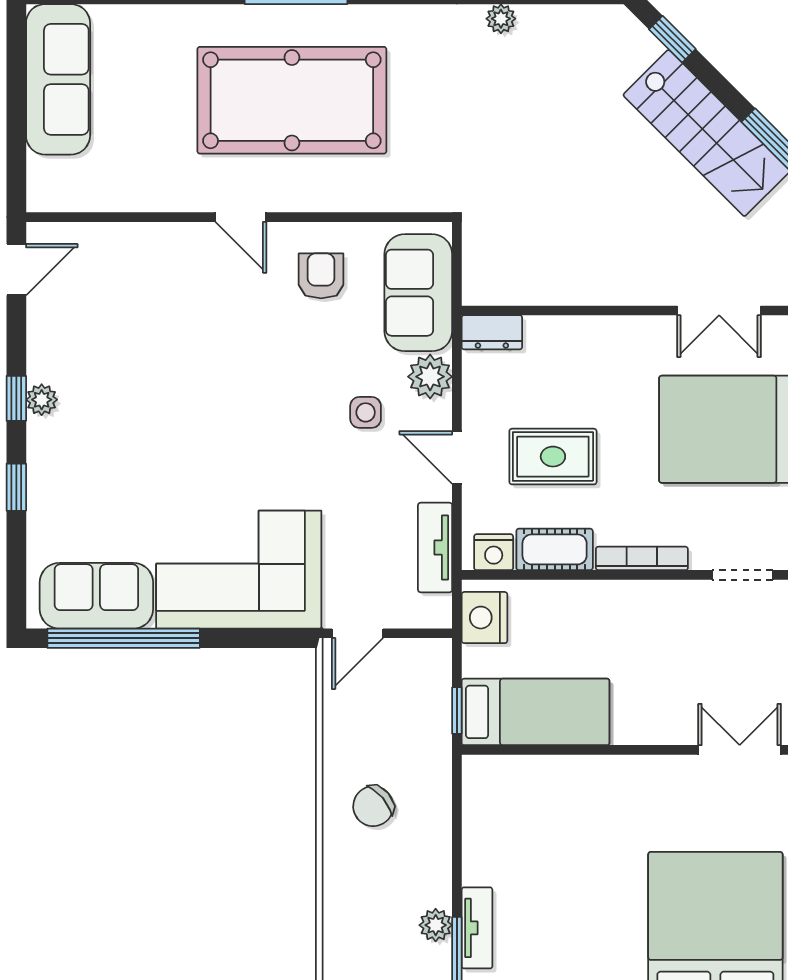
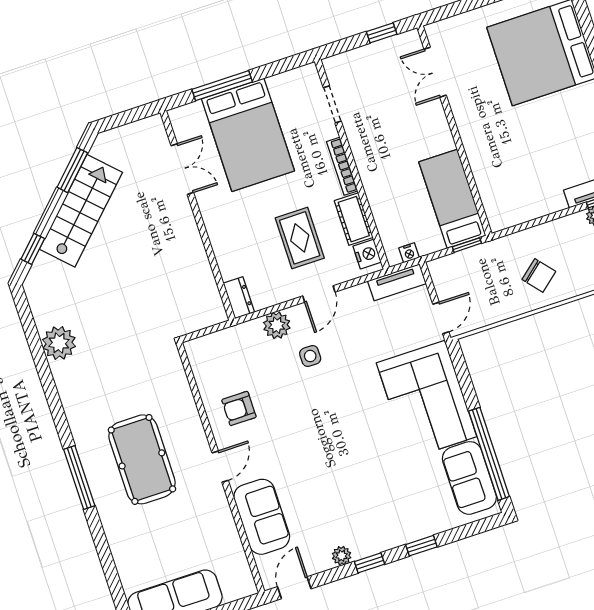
plant: (501, 19) -> (59, 343), width x1.88, depth x1.88
pool table: (292, 100) -> (142, 459), width x0.73, depth x0.76
door: (16, 270) -> (294, 588), hinge flipped
sofa: (418, 293) -> (262, 517), moved, turned -90
plant: (42, 400) -> (342, 556), moved
tv unit: (435, 547) -> (397, 282), moved
nightstand: (484, 618) -> (409, 253), width x0.53, depth x0.56
door: (357, 633) -> (441, 318), hinge flipped

